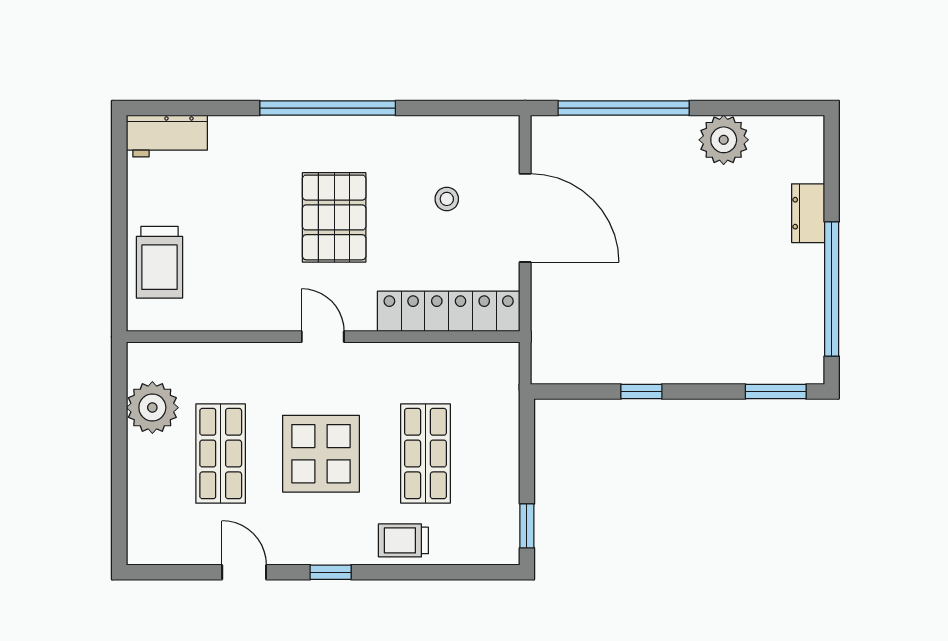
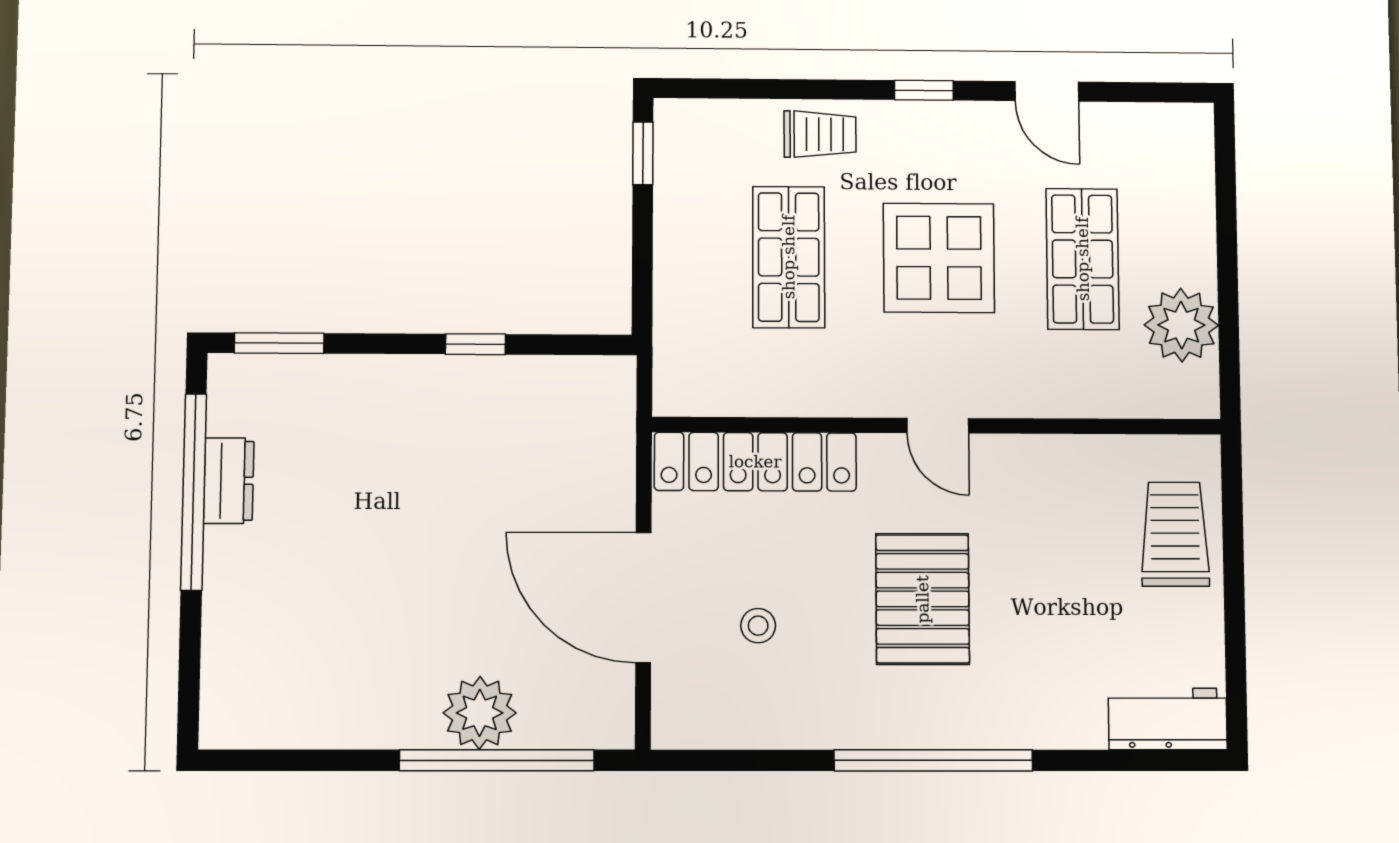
plant: (724, 140) -> (480, 713), moved
dresser: (808, 213) -> (229, 481), moved

